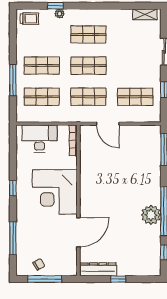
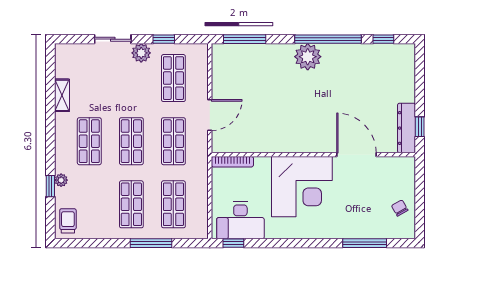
shelving: (145, 14) -> (62, 95), moved
plant: (154, 73) -> (141, 53), added
desk: (39, 139) -> (240, 220), moved, turned -90
window: (13, 188) -> (233, 243), moved
plant: (151, 215) -> (308, 57), moved
window: (45, 279) -> (420, 200), removed
window: (118, 279) -> (420, 127), moved

